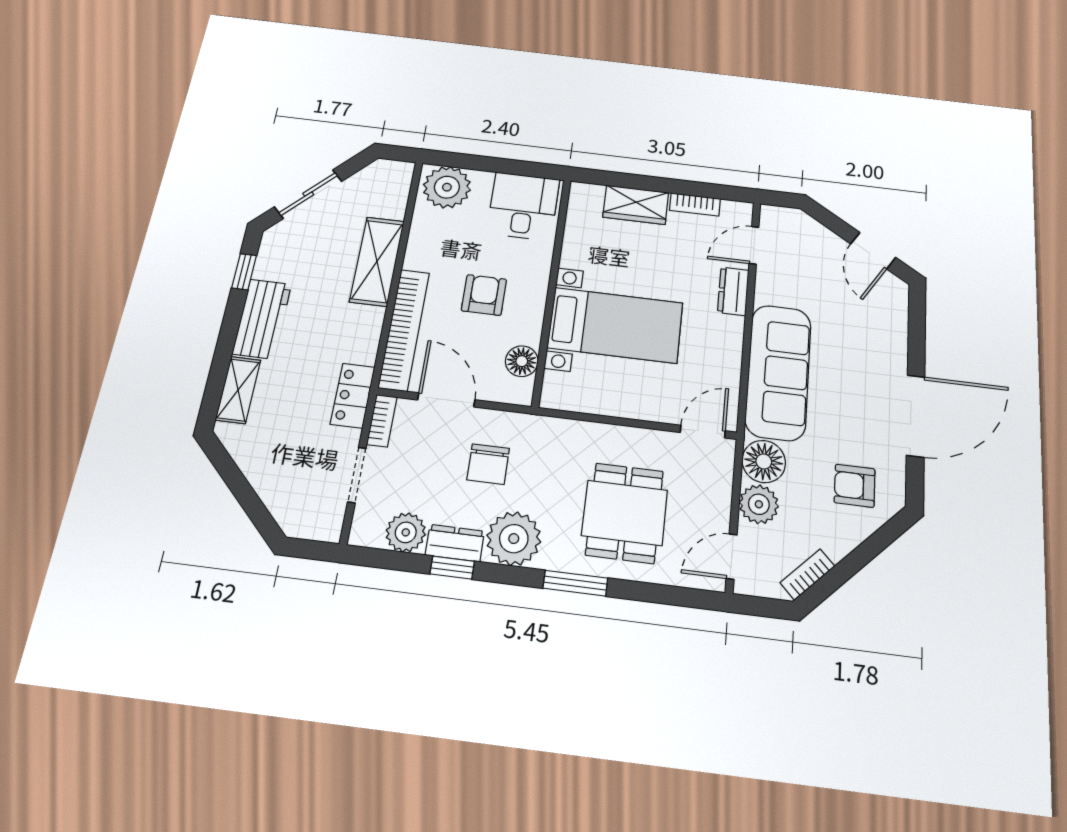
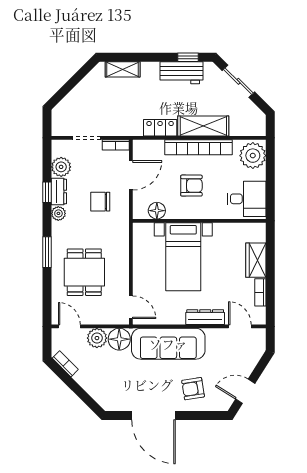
dresser: (733, 291) -> (205, 317), width x1.44
workbench: (262, 319) -> (181, 73), moved
bookcase: (404, 330) -> (198, 147), moved
locker: (353, 396) -> (160, 128), moved
armchair: (855, 486) -> (193, 389), moved, turned -99
dining table: (625, 513) -> (84, 272), turned 90
plant: (514, 539) -> (58, 213), width x0.53, depth x0.53

